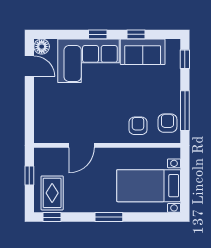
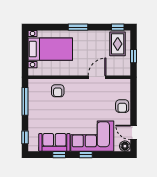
armchair: (168, 123) -> (122, 106), moved

